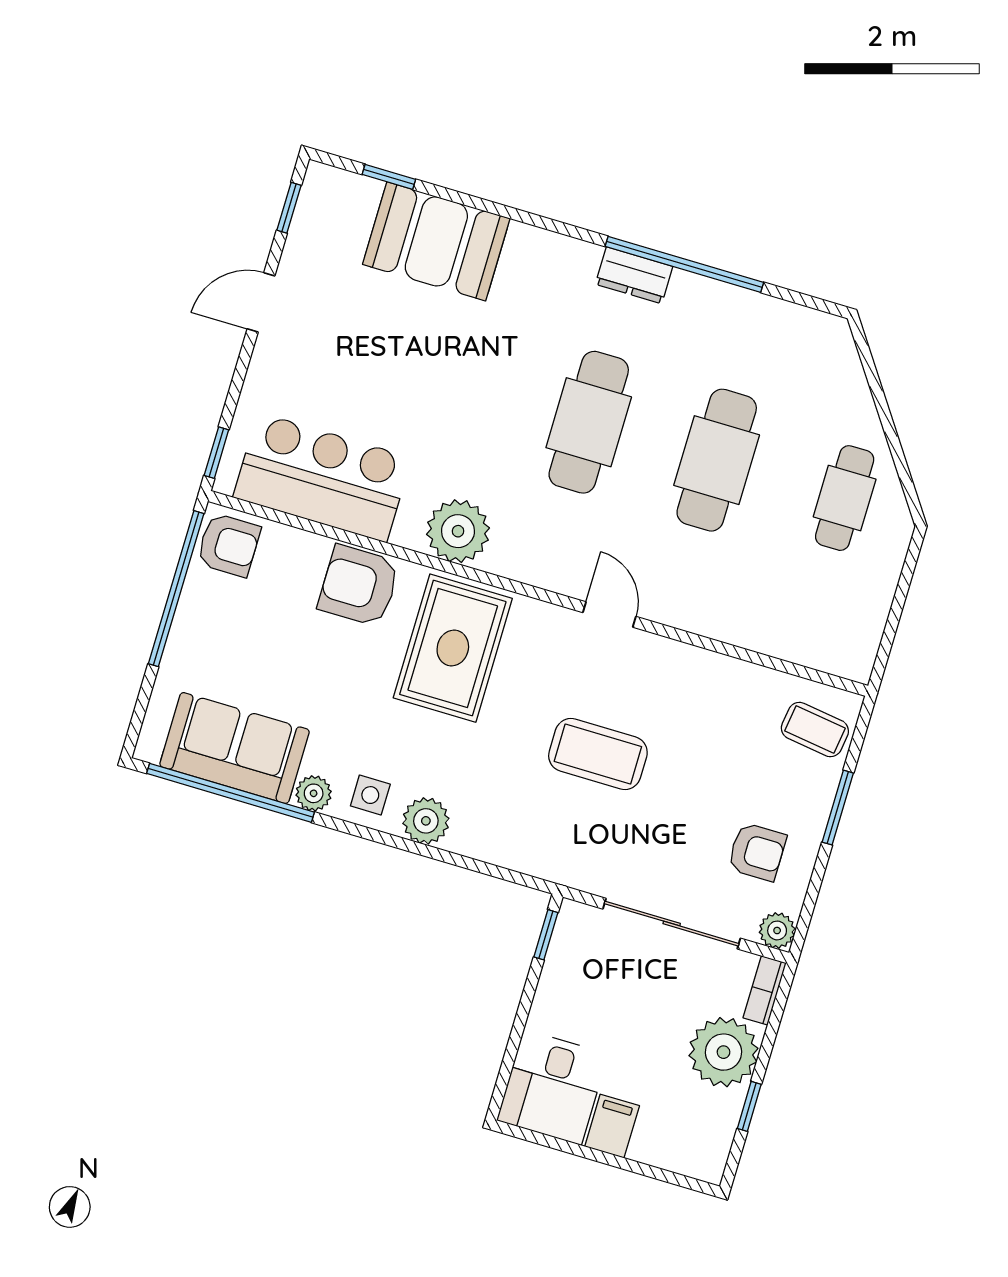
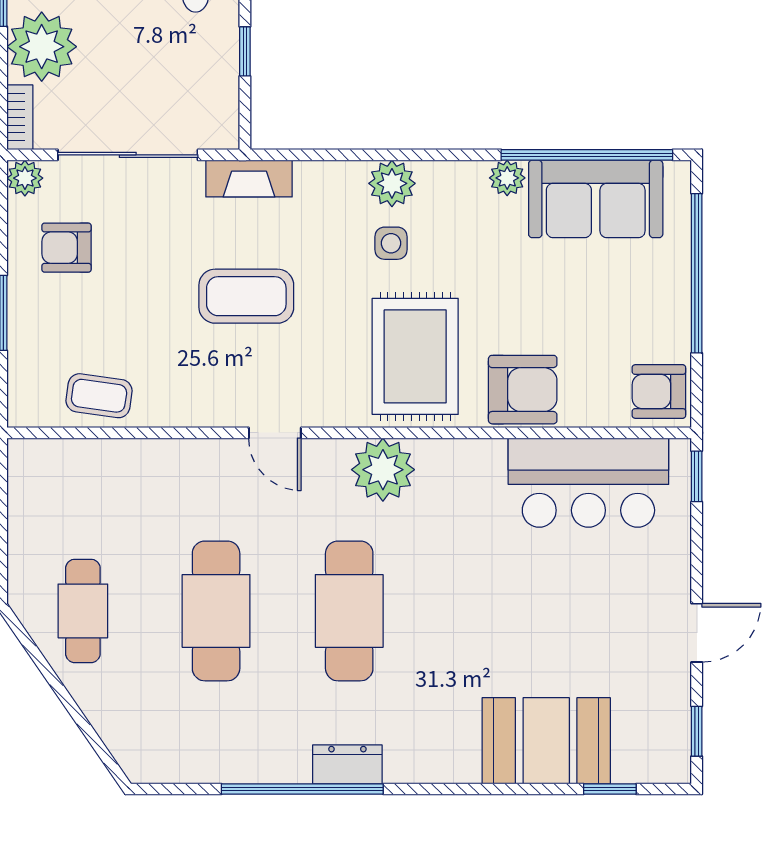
plant: (458, 531) -> (383, 470), moved
window: (176, 589) -> (697, 273), moved
coffee table: (815, 730) -> (99, 396), moved
side table: (370, 795) -> (391, 243), moved
fireplace: (562, 866) -> (249, 179), added
window: (546, 935) -> (245, 51), moved

